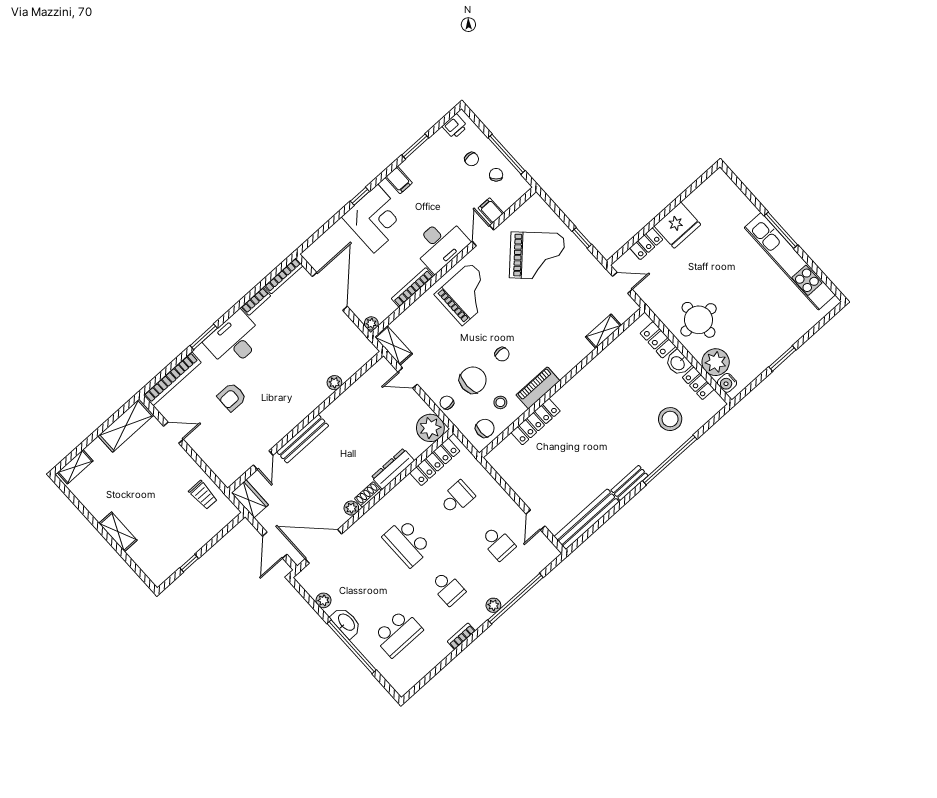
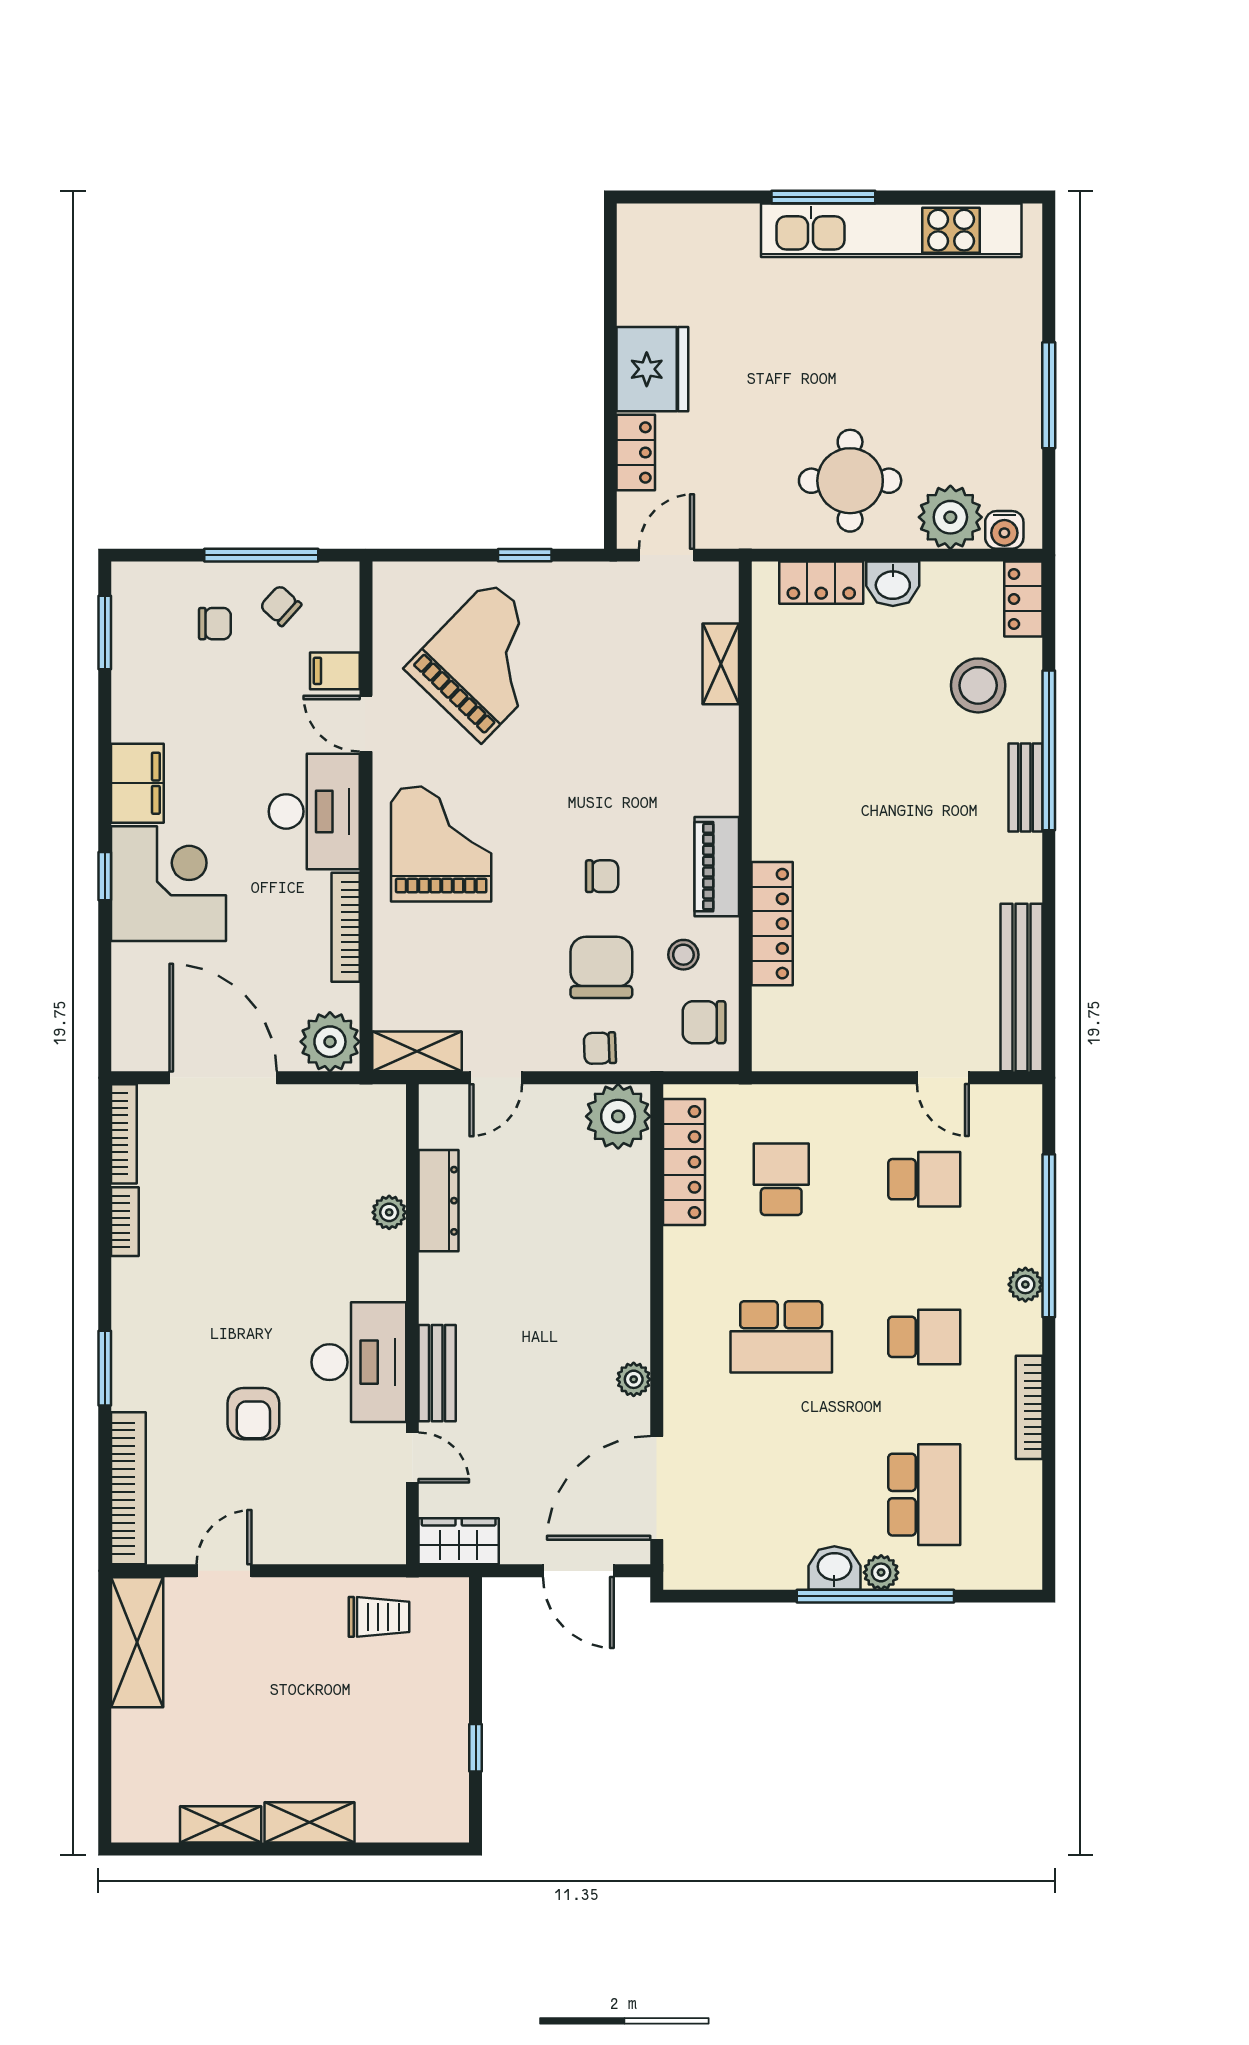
printer: (455, 126) -> (132, 601), removed
window: (415, 146) -> (105, 632), moved
filing cabinet: (399, 180) -> (137, 783), width x2.00
plant: (371, 323) -> (330, 1042), width x1.88, depth x1.88
desk: (234, 340) -> (359, 1362), moved, turned 180
window: (782, 358) -> (1049, 395), width x1.44
locker: (698, 383) -> (1023, 599), moved, turned 90
chair: (485, 428) -> (704, 1022), turned -90
bench: (303, 439) -> (437, 1373), width x0.73
shelving: (75, 467) -> (221, 1824), moved, turned 90
dresser: (393, 469) -> (439, 1201), moved, turned 180
bench: (629, 483) -> (1026, 787), moved
shoe rack: (368, 494) -> (636, 1329), removed
plant: (324, 600) -> (881, 1572), moved
washbasin: (346, 623) -> (834, 1568), width x0.72
bookcase: (461, 636) -> (1029, 1407), width x1.56

